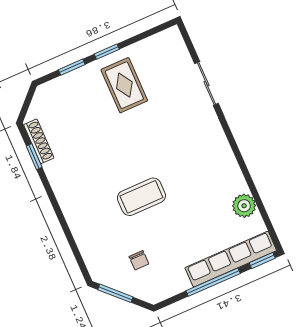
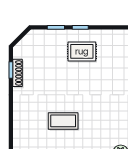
rug: (124, 85) -> (82, 51), turned 90
shoe rack: (39, 141) -> (18, 73), moved

